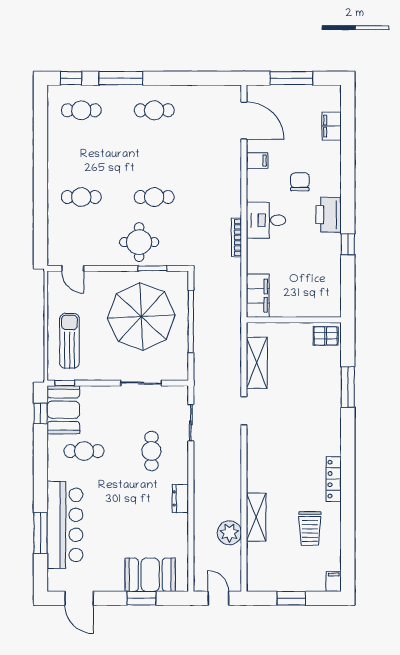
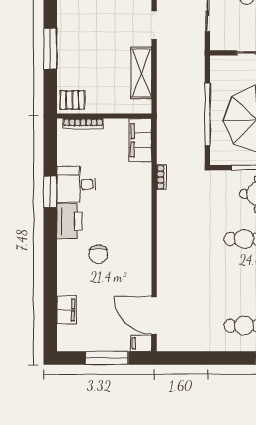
filing cabinet: (257, 161) -> (141, 343), moved
desk: (266, 220) -> (76, 184), moved, turned 180
bookcase: (237, 237) -> (162, 177), moved, width x0.64
window: (348, 244) -> (50, 192), width x1.50
bookcase: (315, 312) -> (83, 124), added

